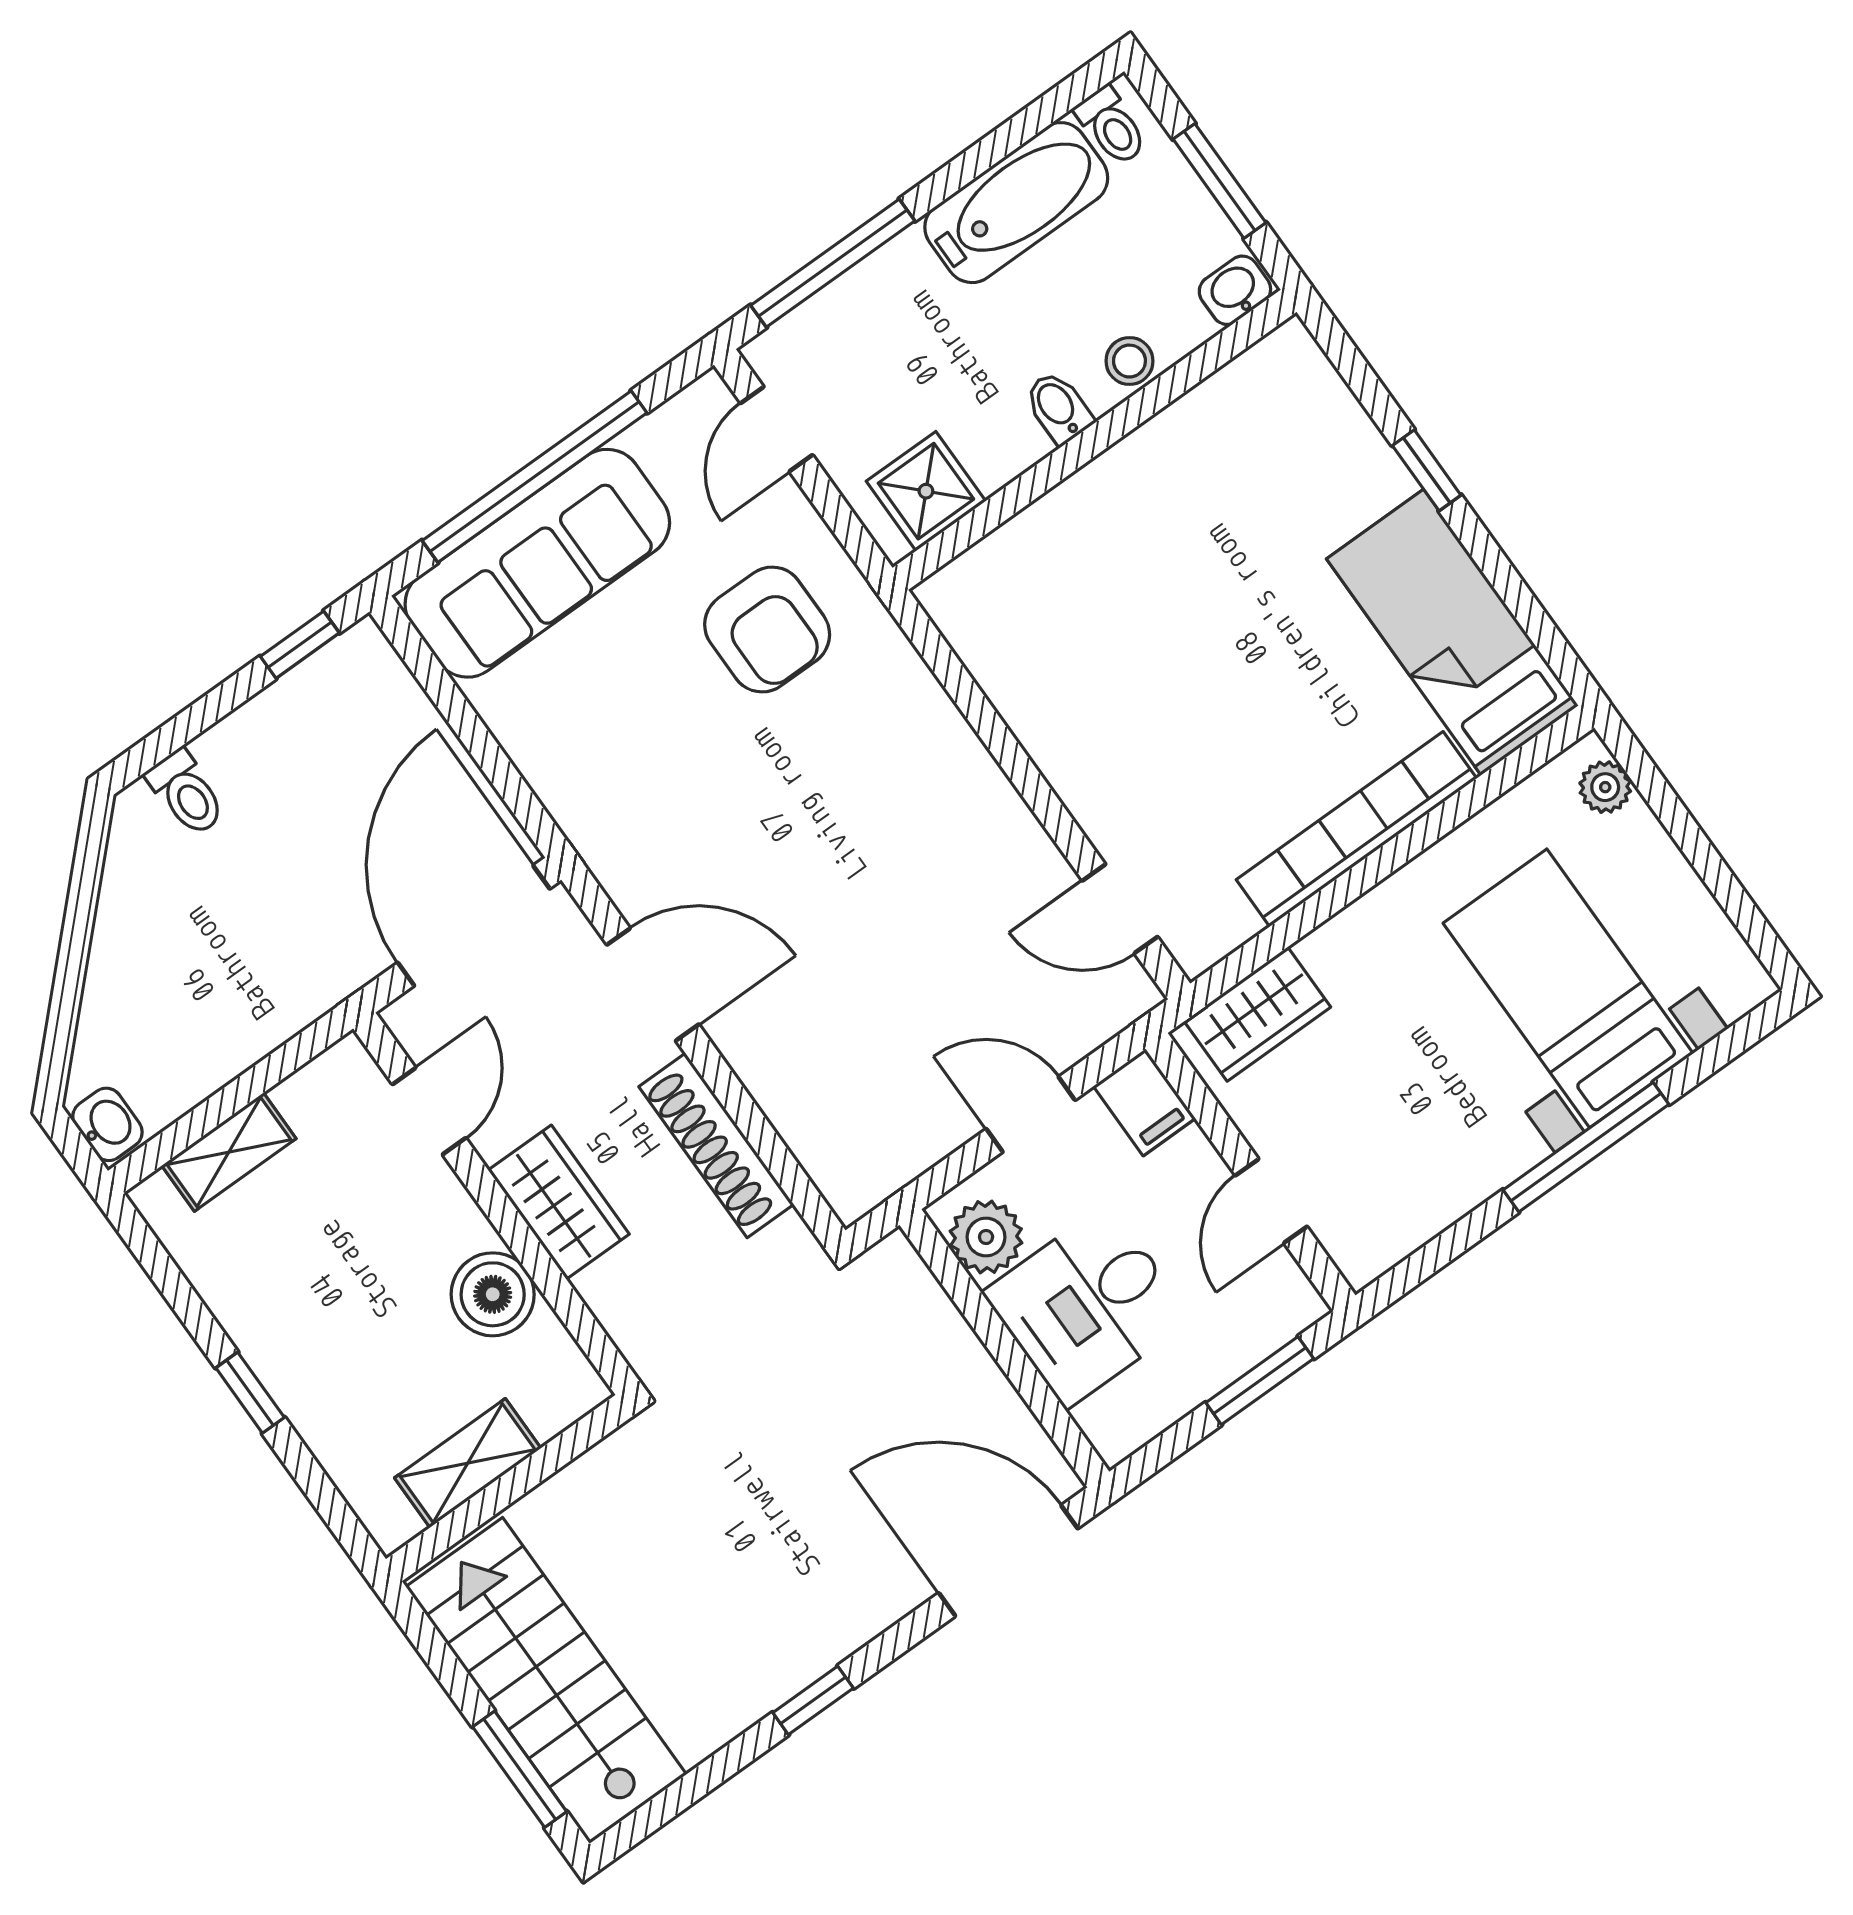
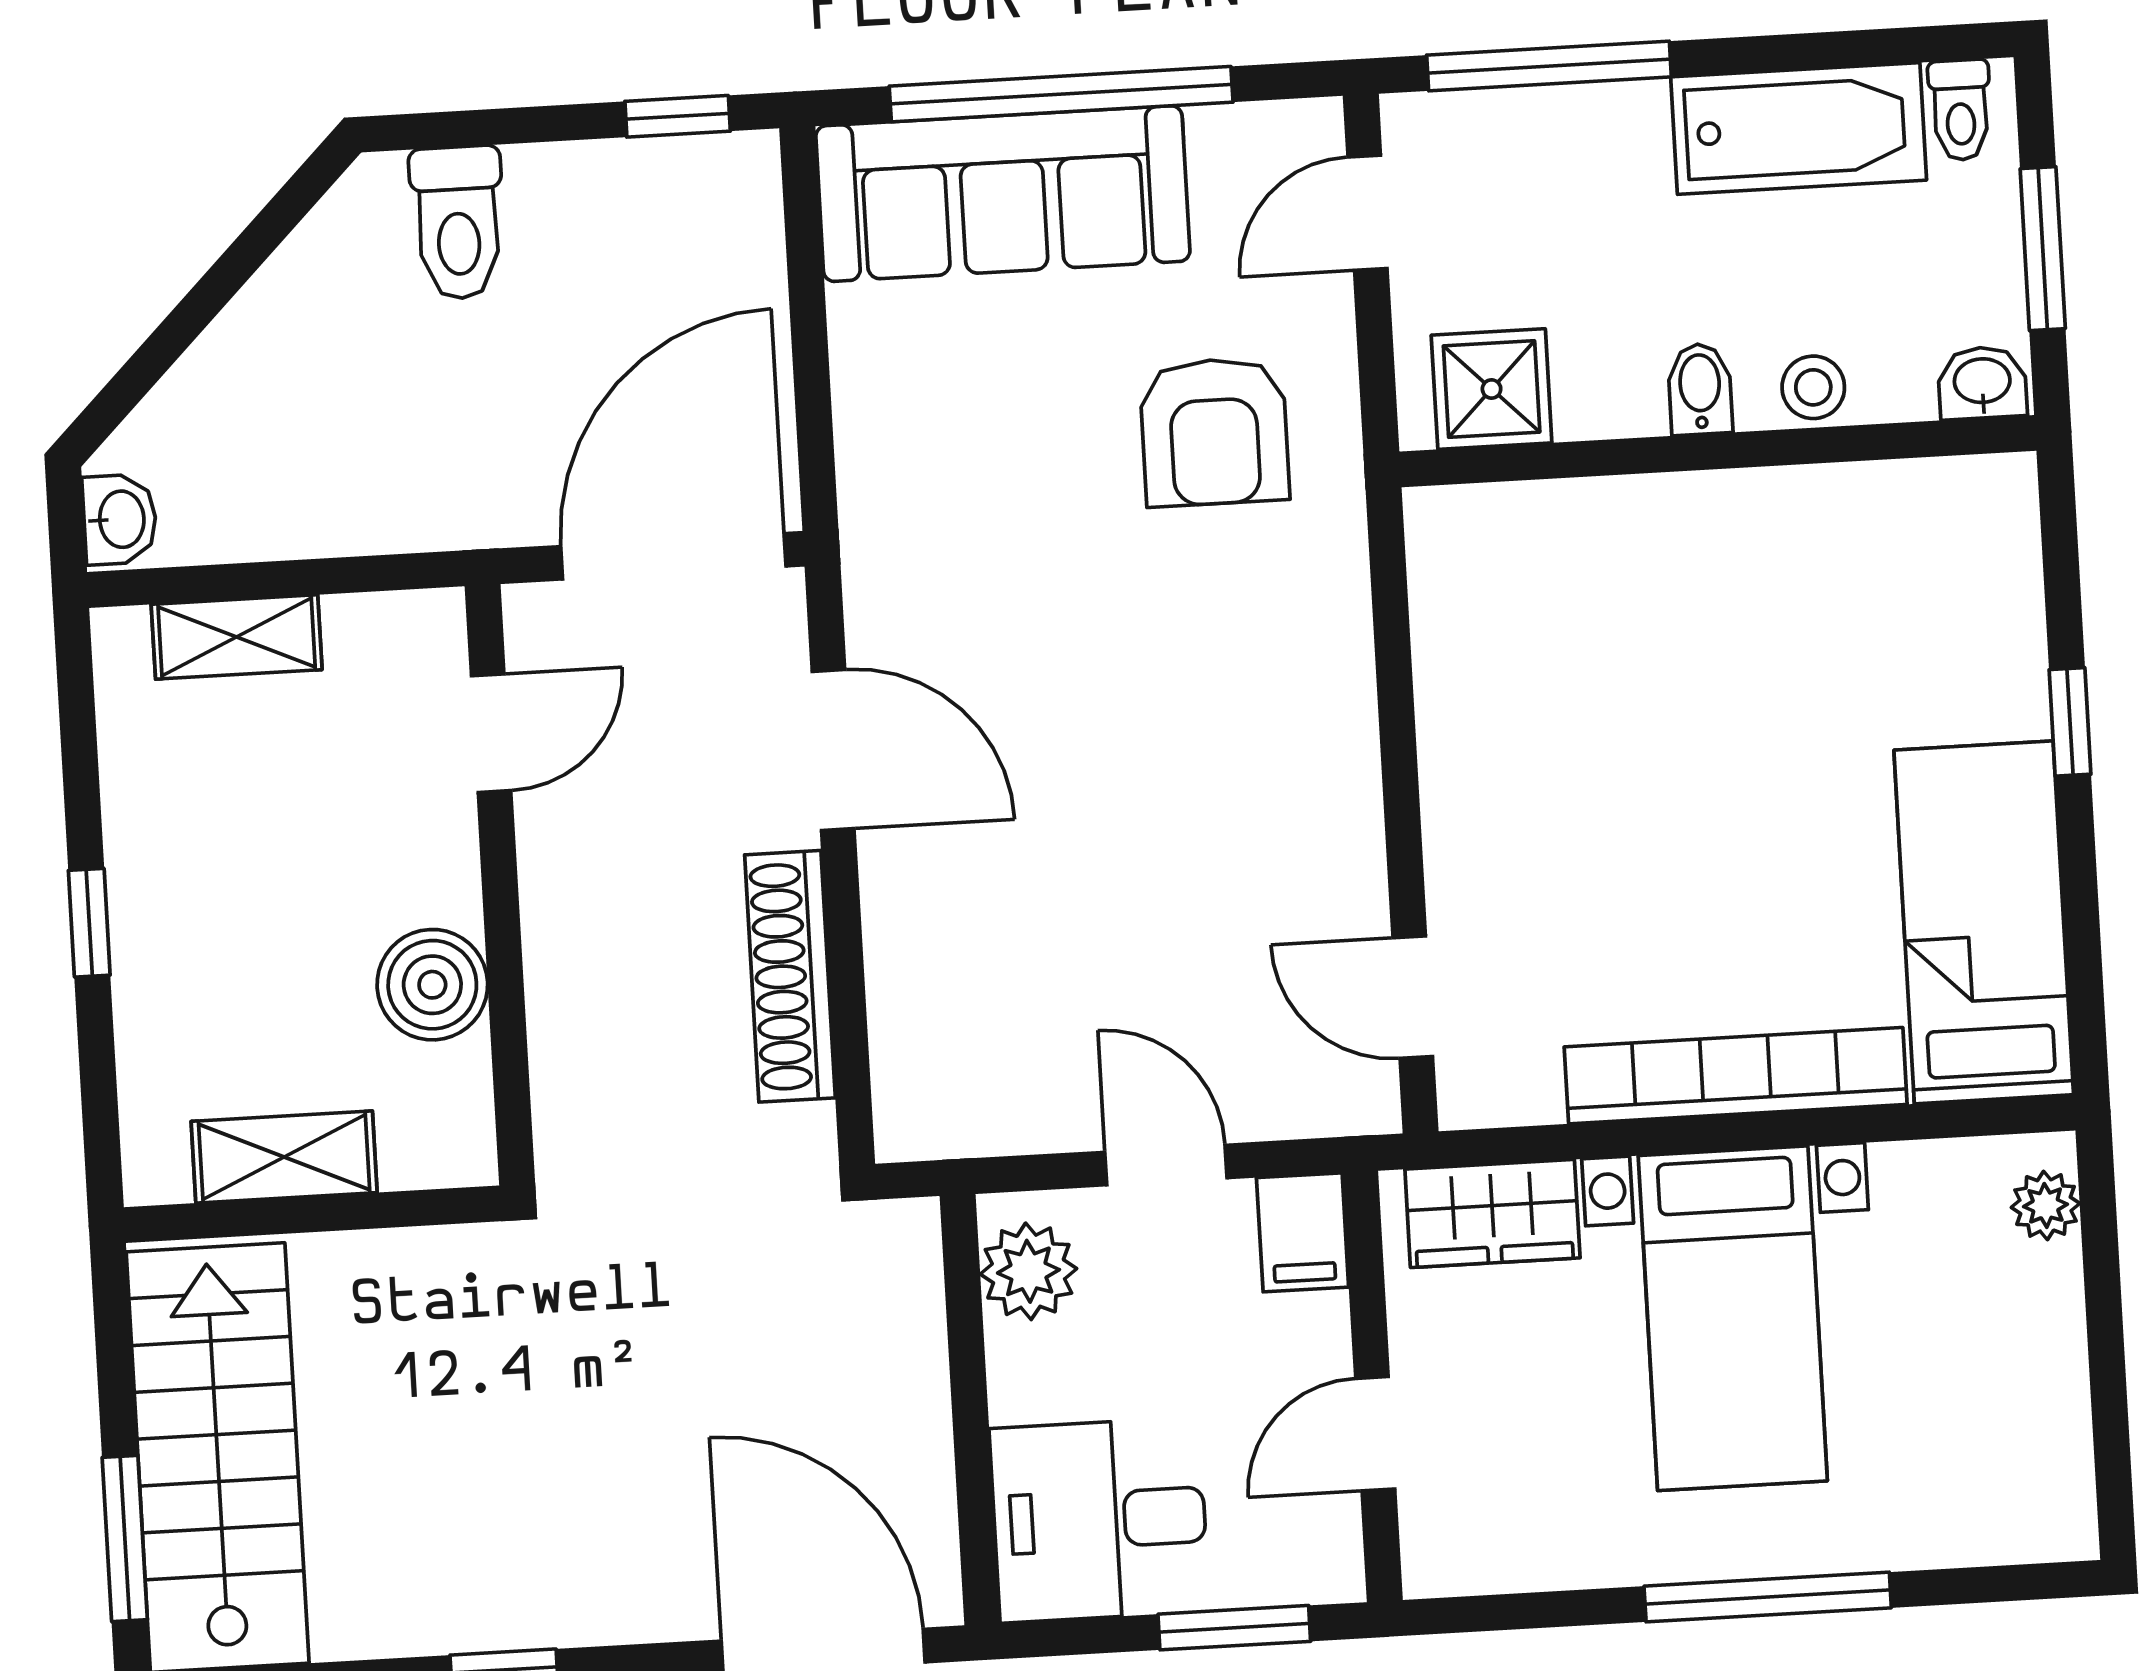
toilet: (186, 793) -> (458, 223), width x1.37, depth x1.39
bed with nightstands: (1568, 988) -> (1733, 1318), moved, turned 180
wardrobe: (559, 1202) -> (572, 928), removed
desk: (1088, 1306) -> (1099, 1520), moved

